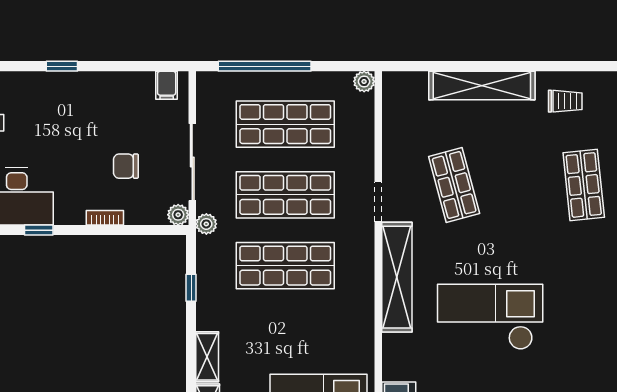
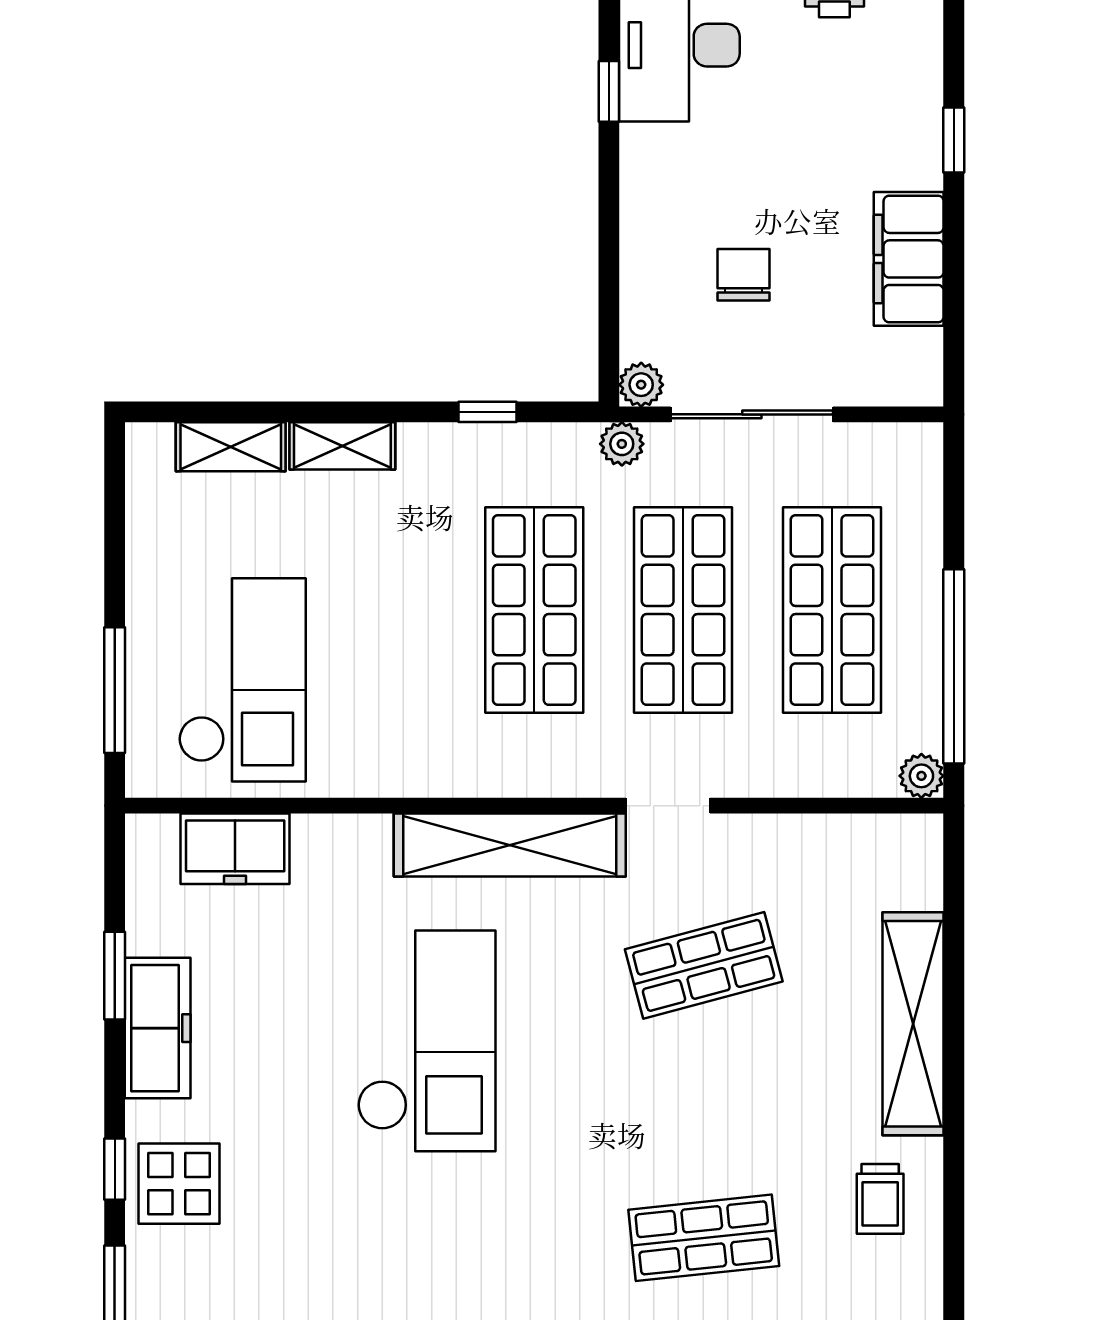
window: (265, 66) -> (954, 666), moved
filing cabinet: (167, 85) -> (909, 259), moved, width x3.00, depth x1.17
bookcase: (105, 218) -> (635, 231), removed

